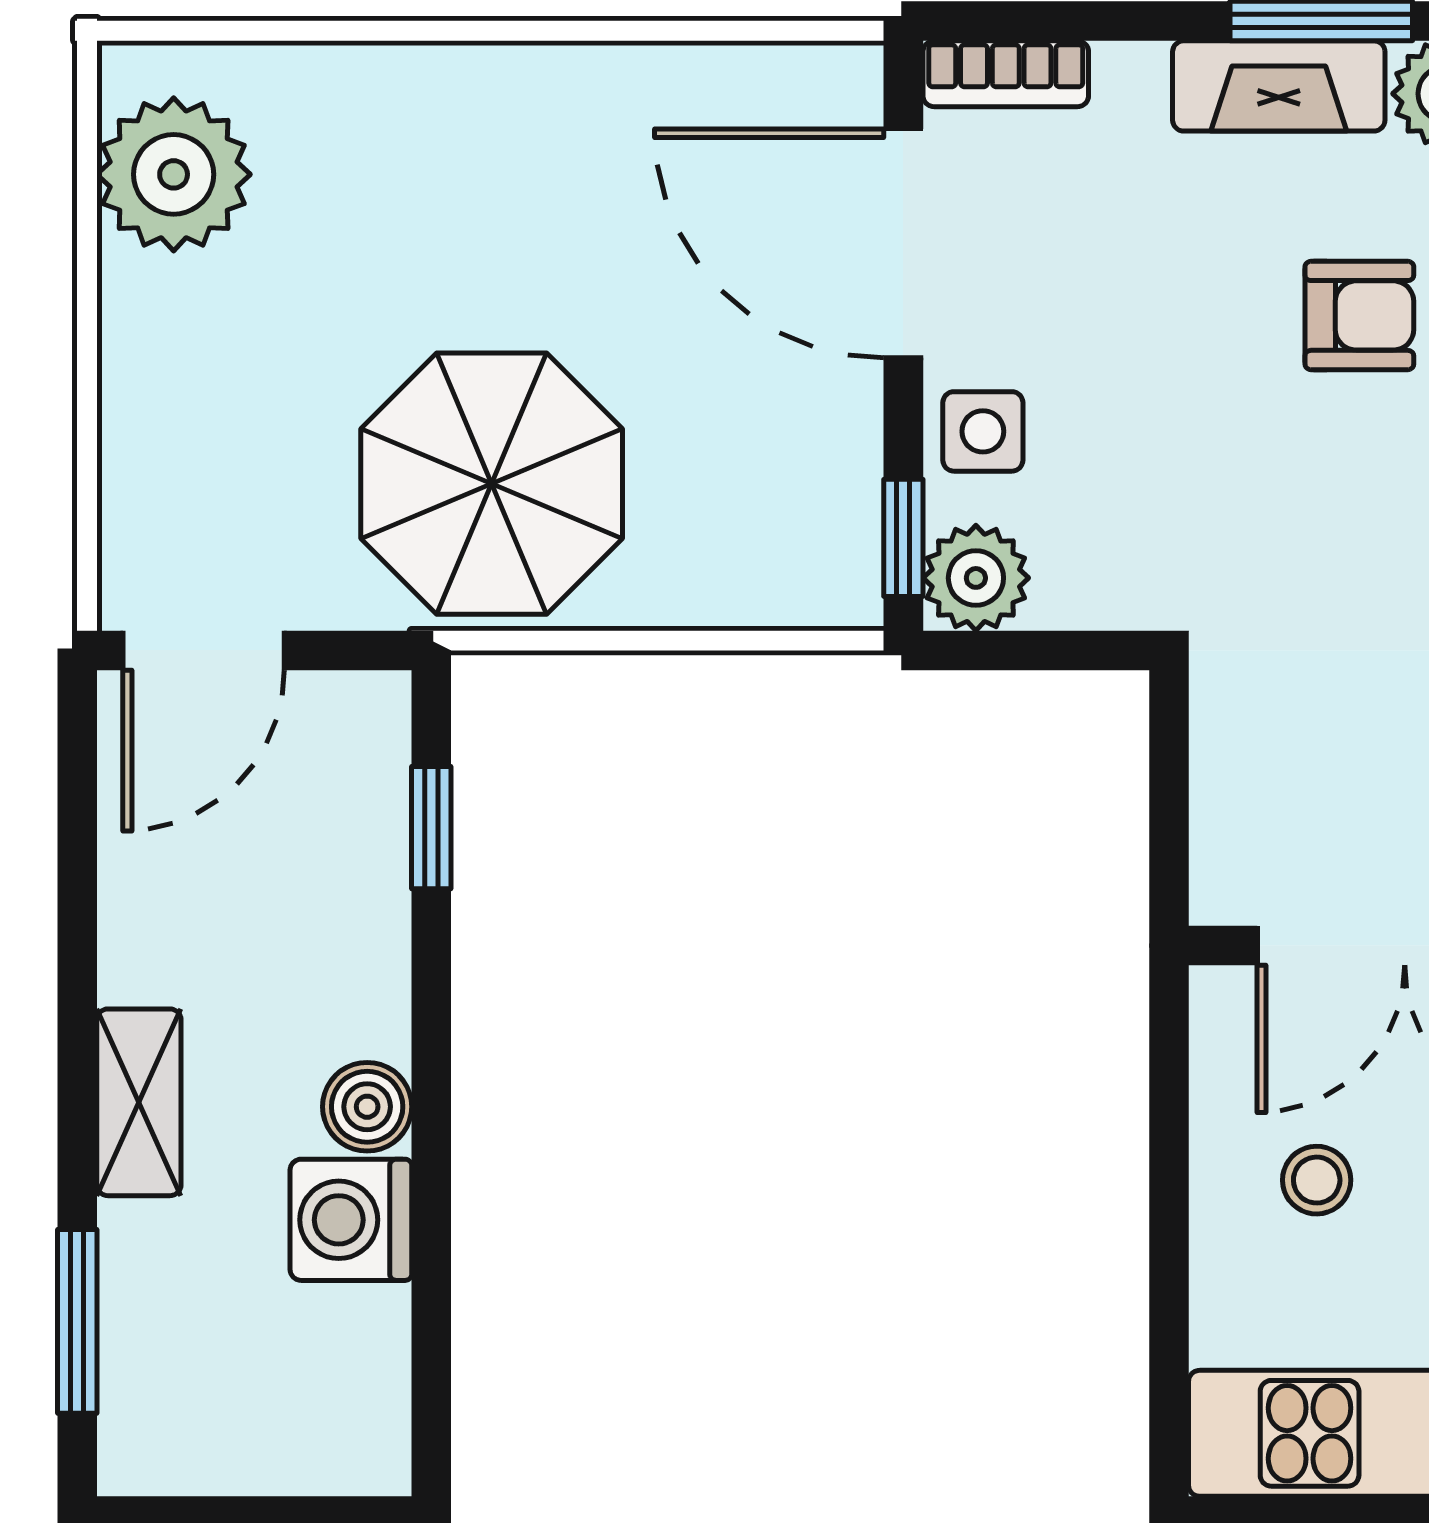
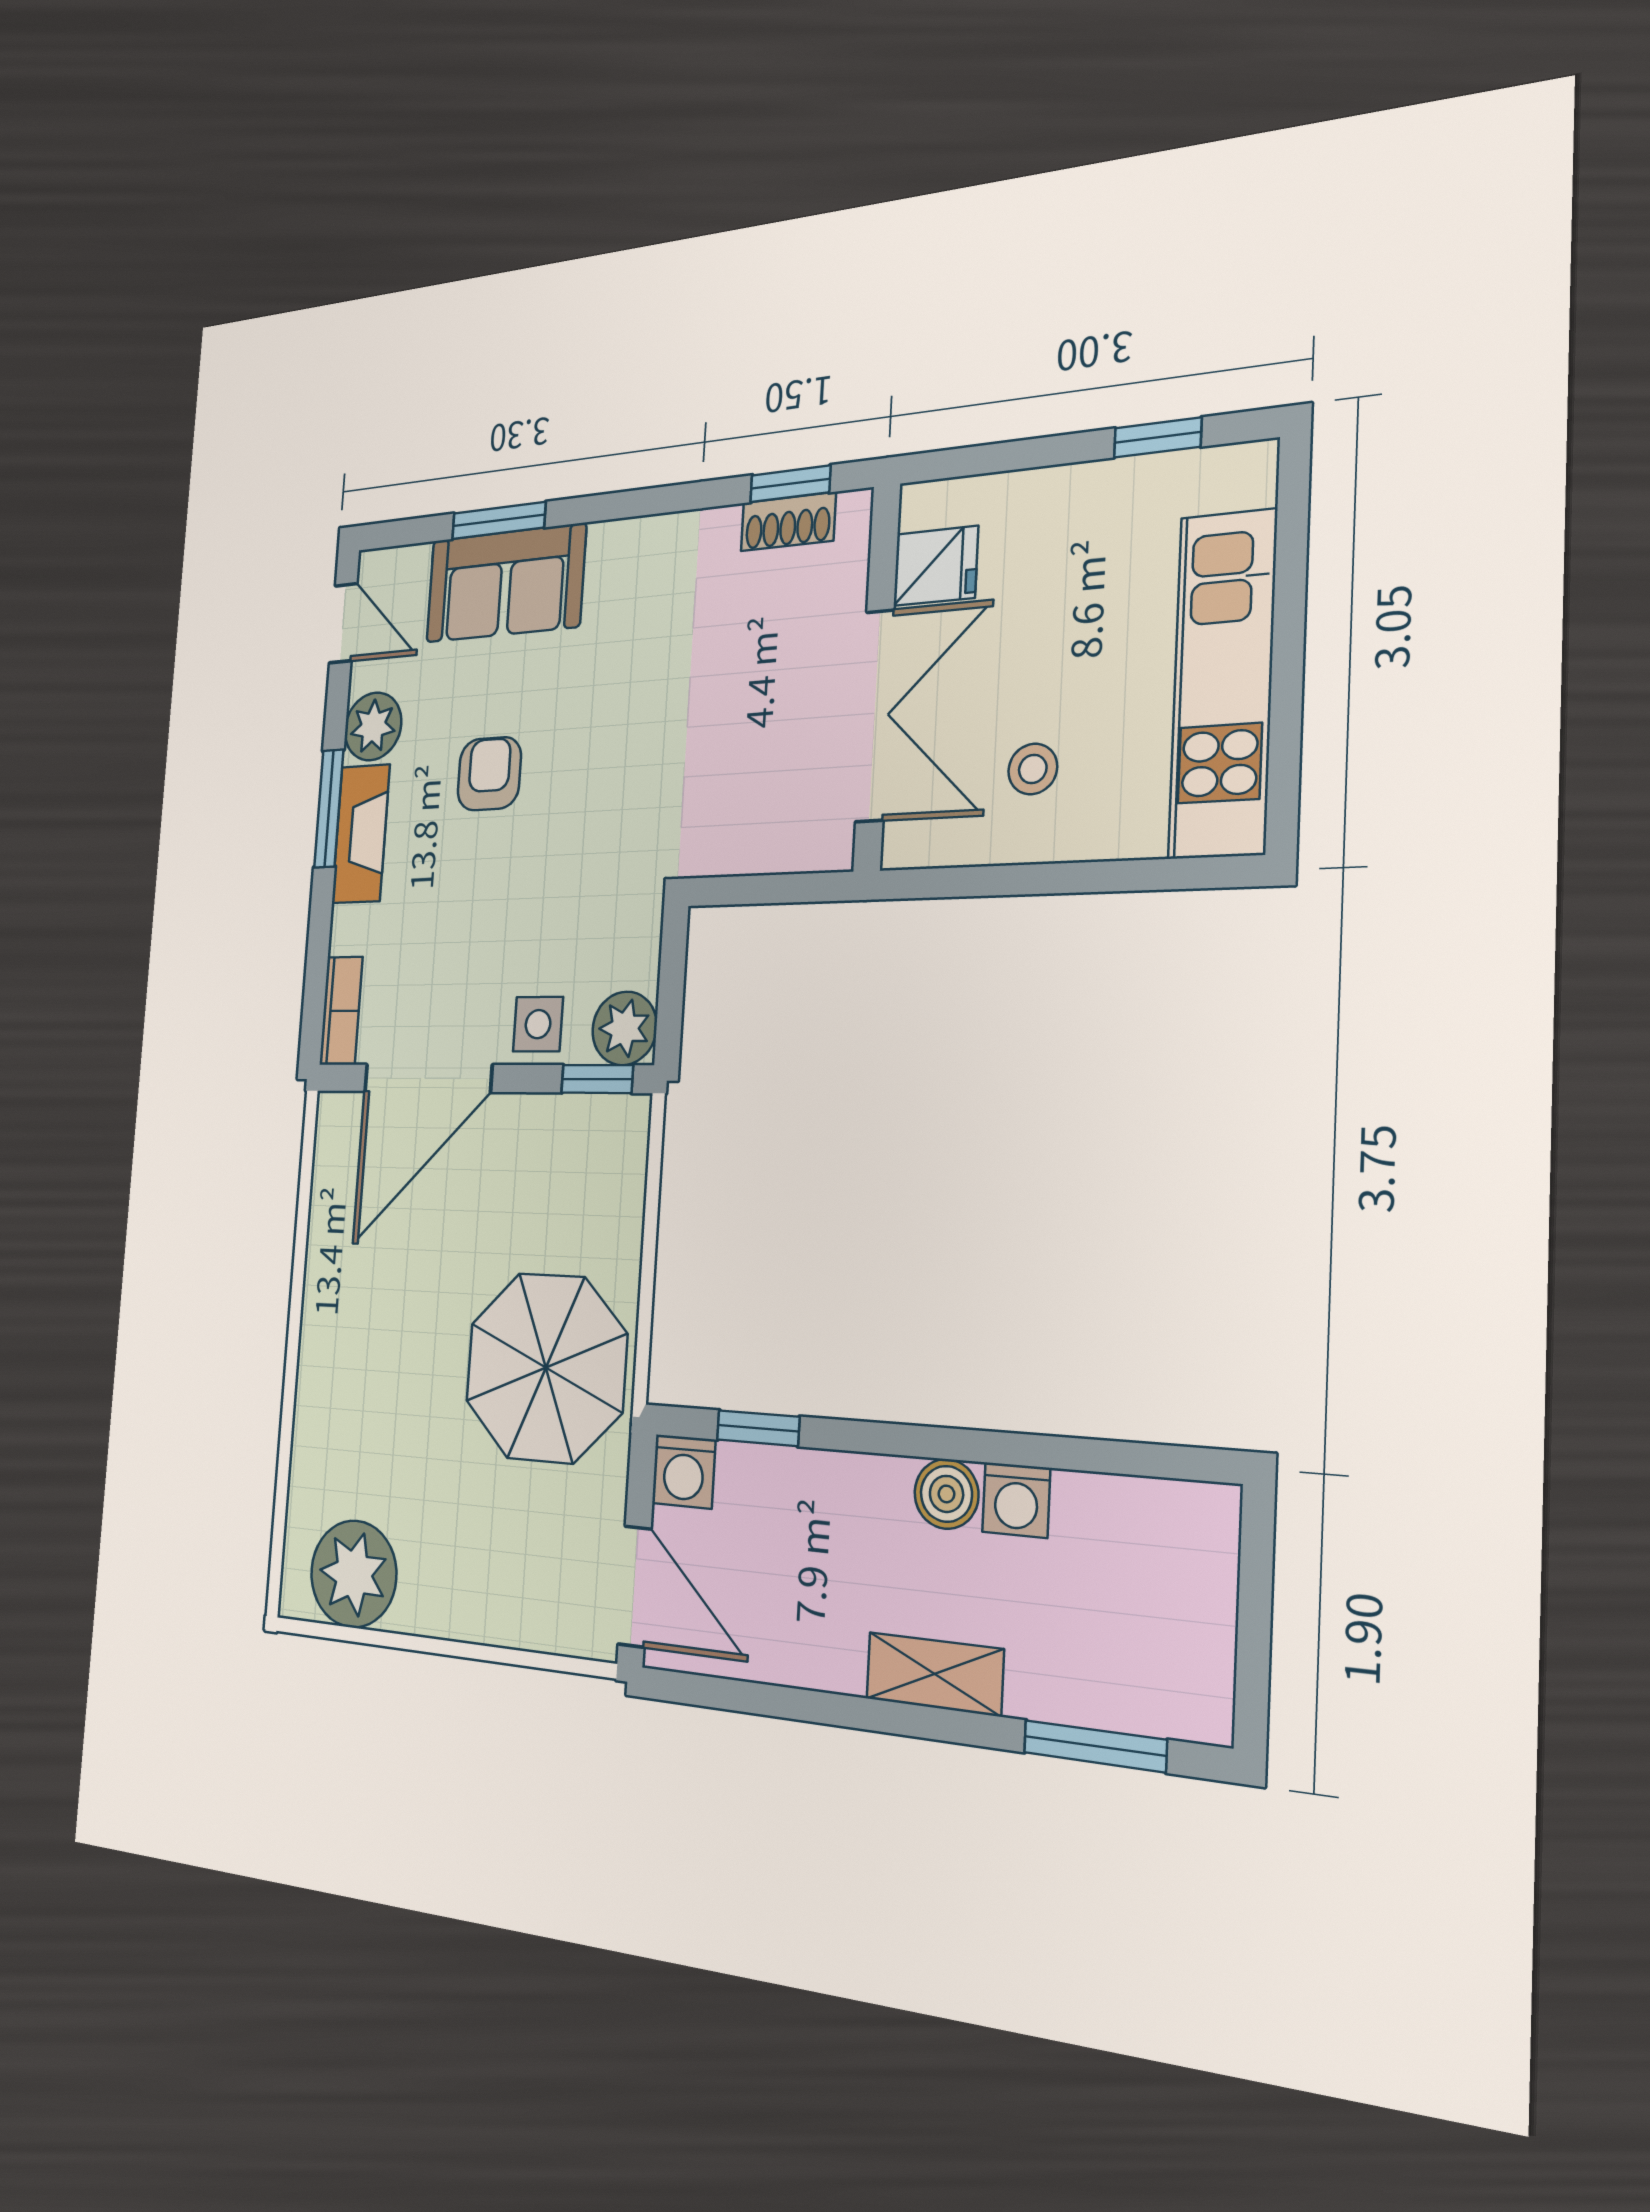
washing machine: (365, 717) -> (684, 1471), added
washing machine: (351, 1220) -> (1016, 1500), width x0.73, depth x0.73

